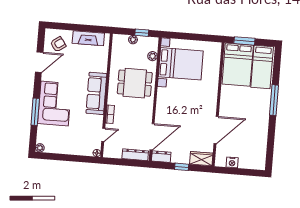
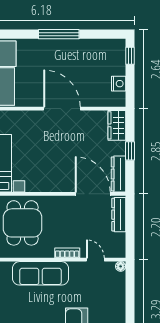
window: (274, 100) -> (59, 34), moved
door: (216, 130) -> (62, 109), moved
dresser: (161, 157) -> (118, 174), width x1.44
window: (252, 173) -> (130, 56), added

